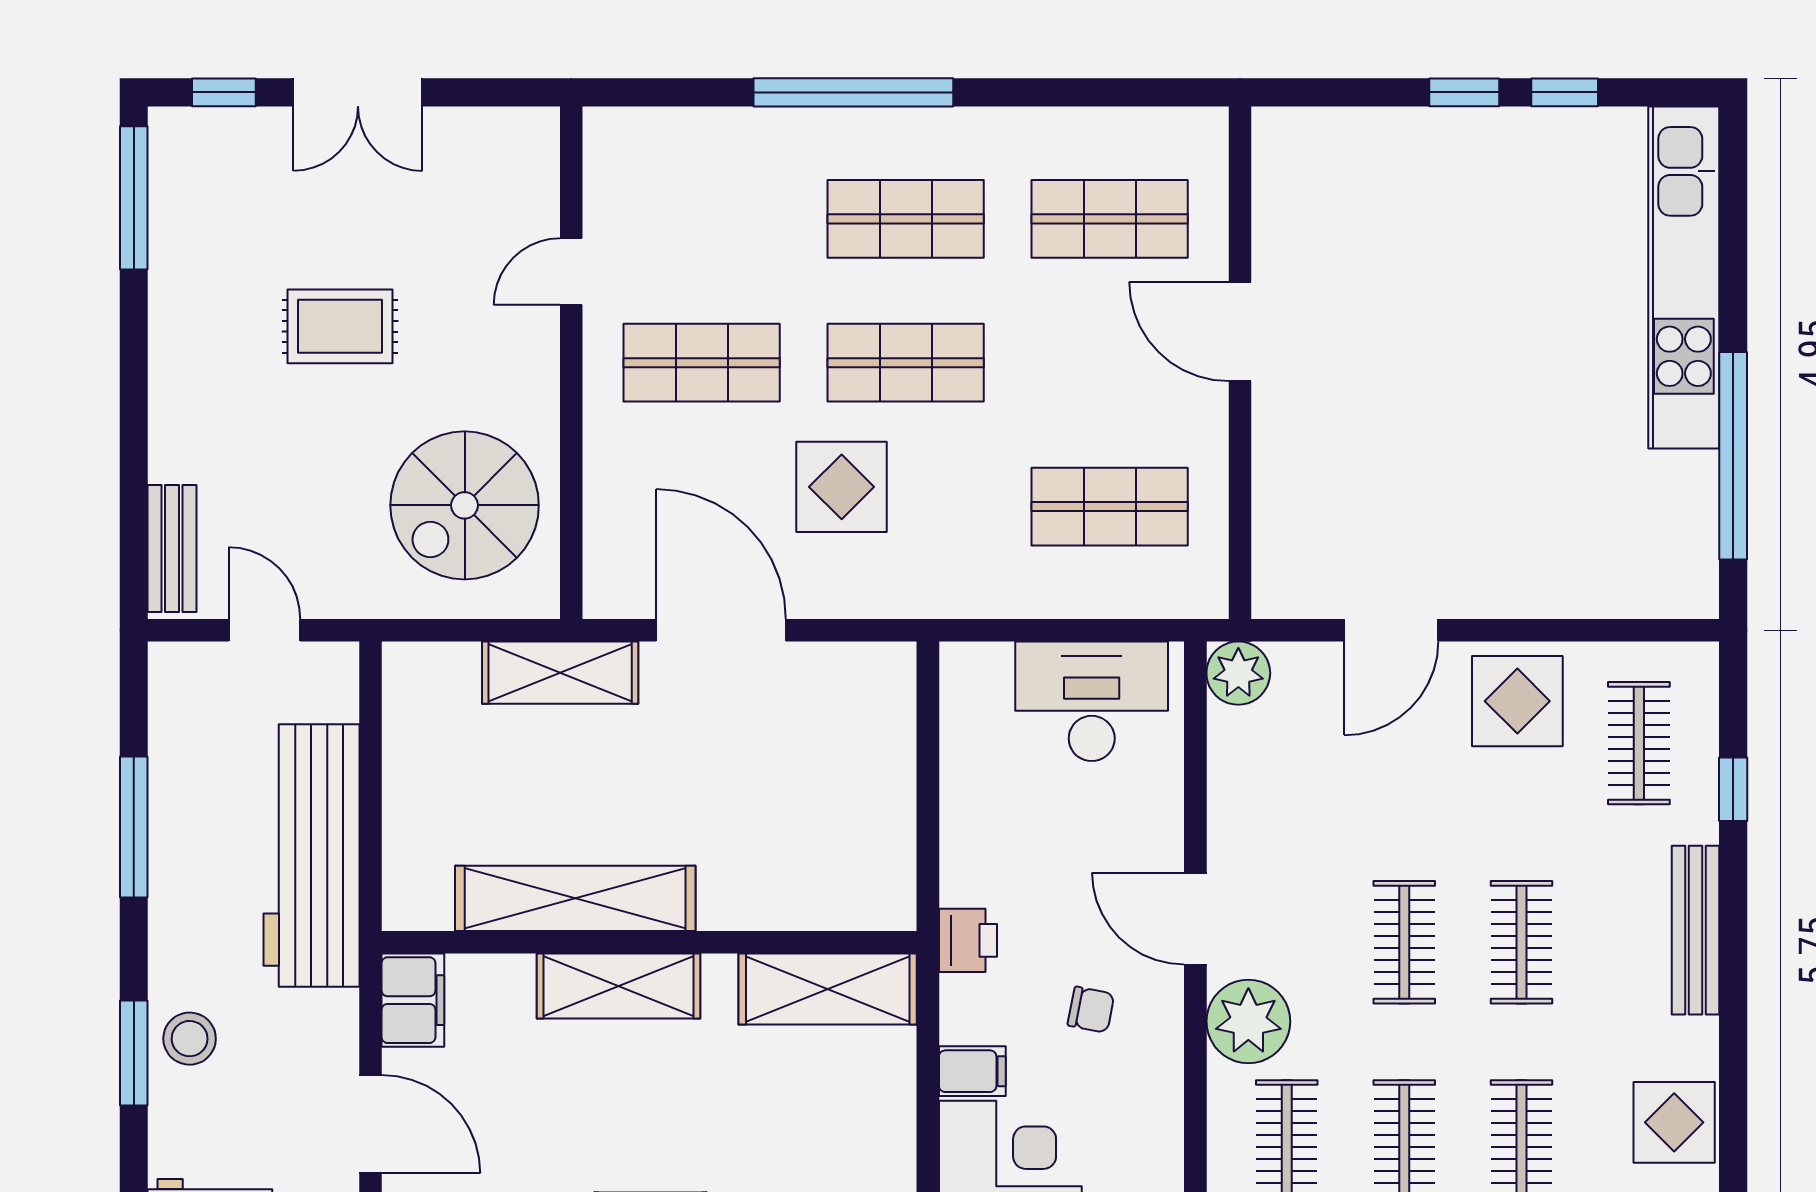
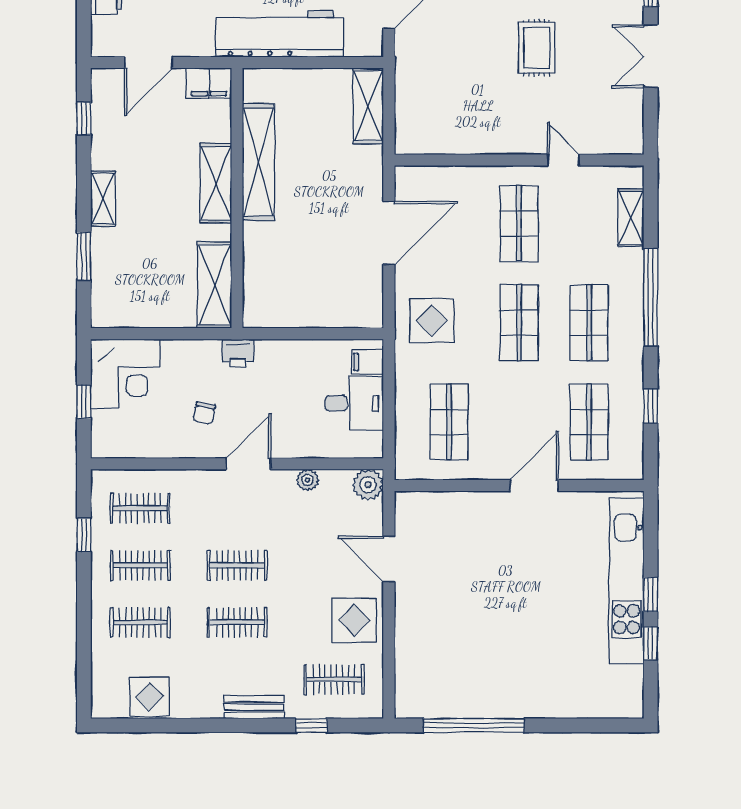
window: (1077, 92) -> (651, 406), added
shelving: (690, 133) -> (631, 218), added
kitchen unit: (1684, 278) -> (627, 581), moved, turned -90
display table: (842, 487) -> (432, 321), moved
spiral stairs: (465, 505) -> (450, 108), removed
shelving: (560, 673) -> (368, 106), moved
desk: (1092, 701) -> (354, 403), width x0.73
bench: (1696, 930) -> (254, 707), width x0.73
plant: (1248, 1021) -> (307, 480), moved, width x0.53, depth x0.53
filing cabinet: (972, 1071) -> (367, 362), moved, turned 90

